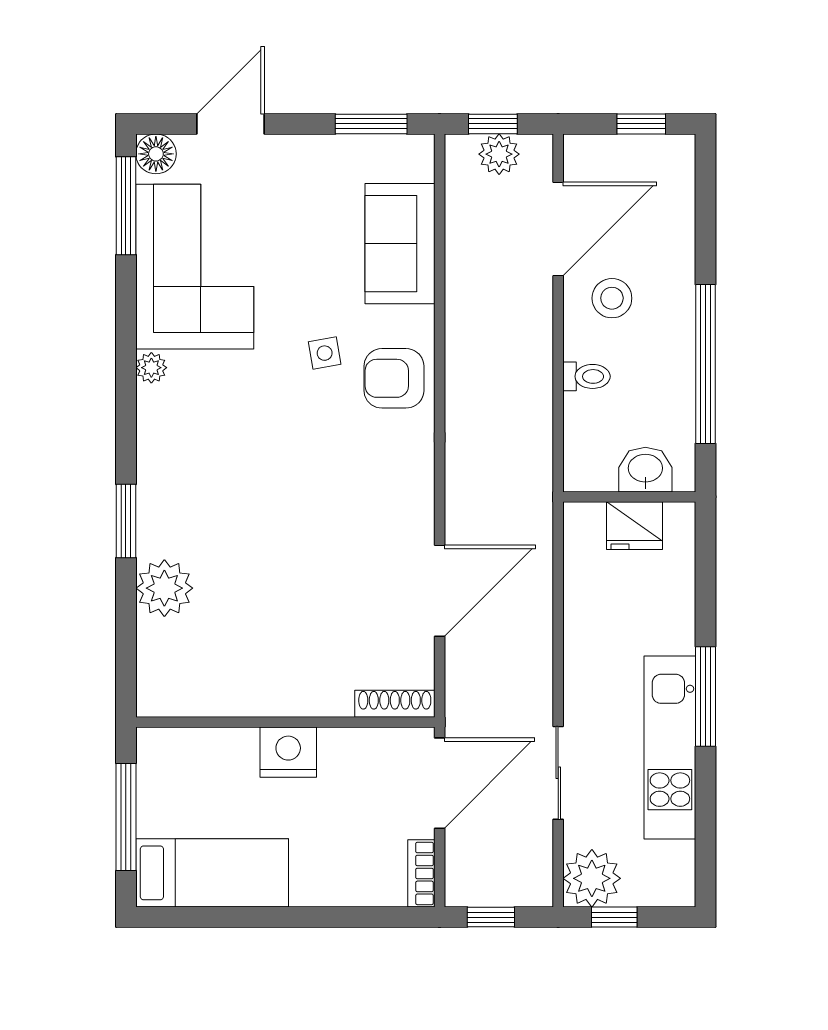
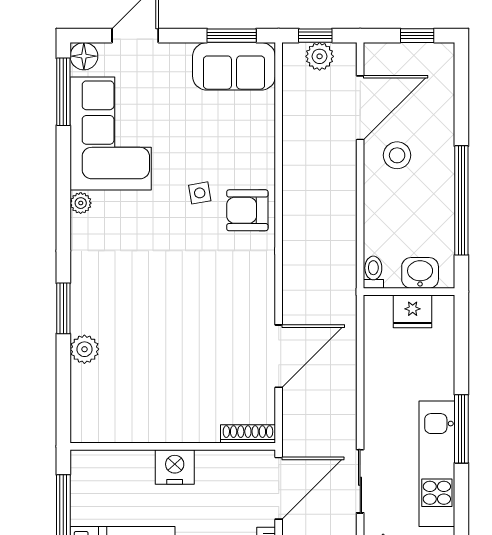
sofa: (400, 244) -> (234, 66), moved, turned -90
toilet: (586, 376) -> (373, 272), moved, turned -90
plant: (164, 588) -> (84, 349), width x0.73, depth x0.73

